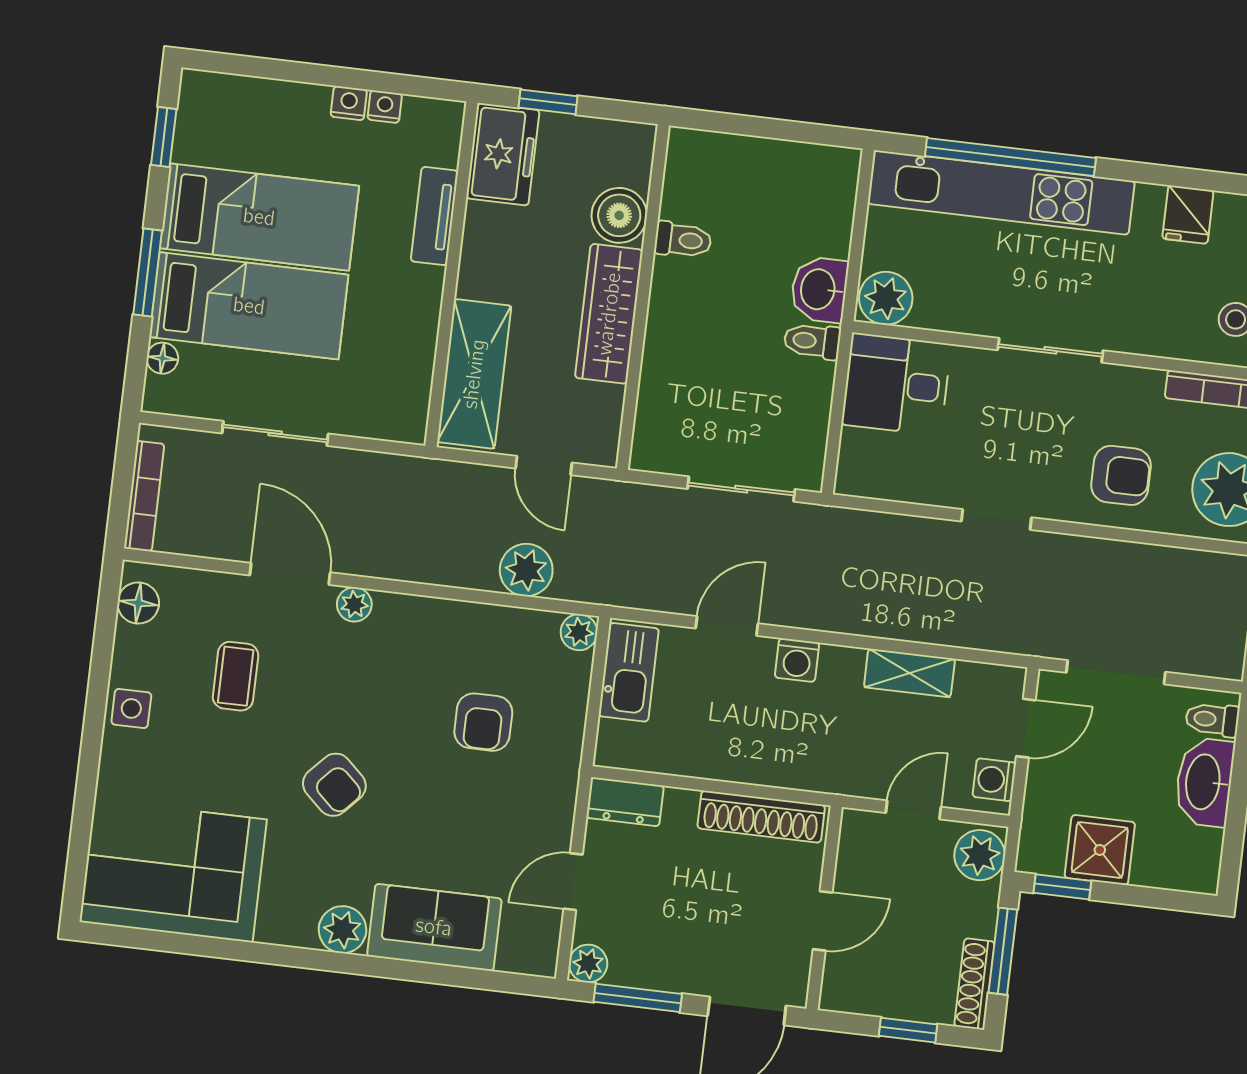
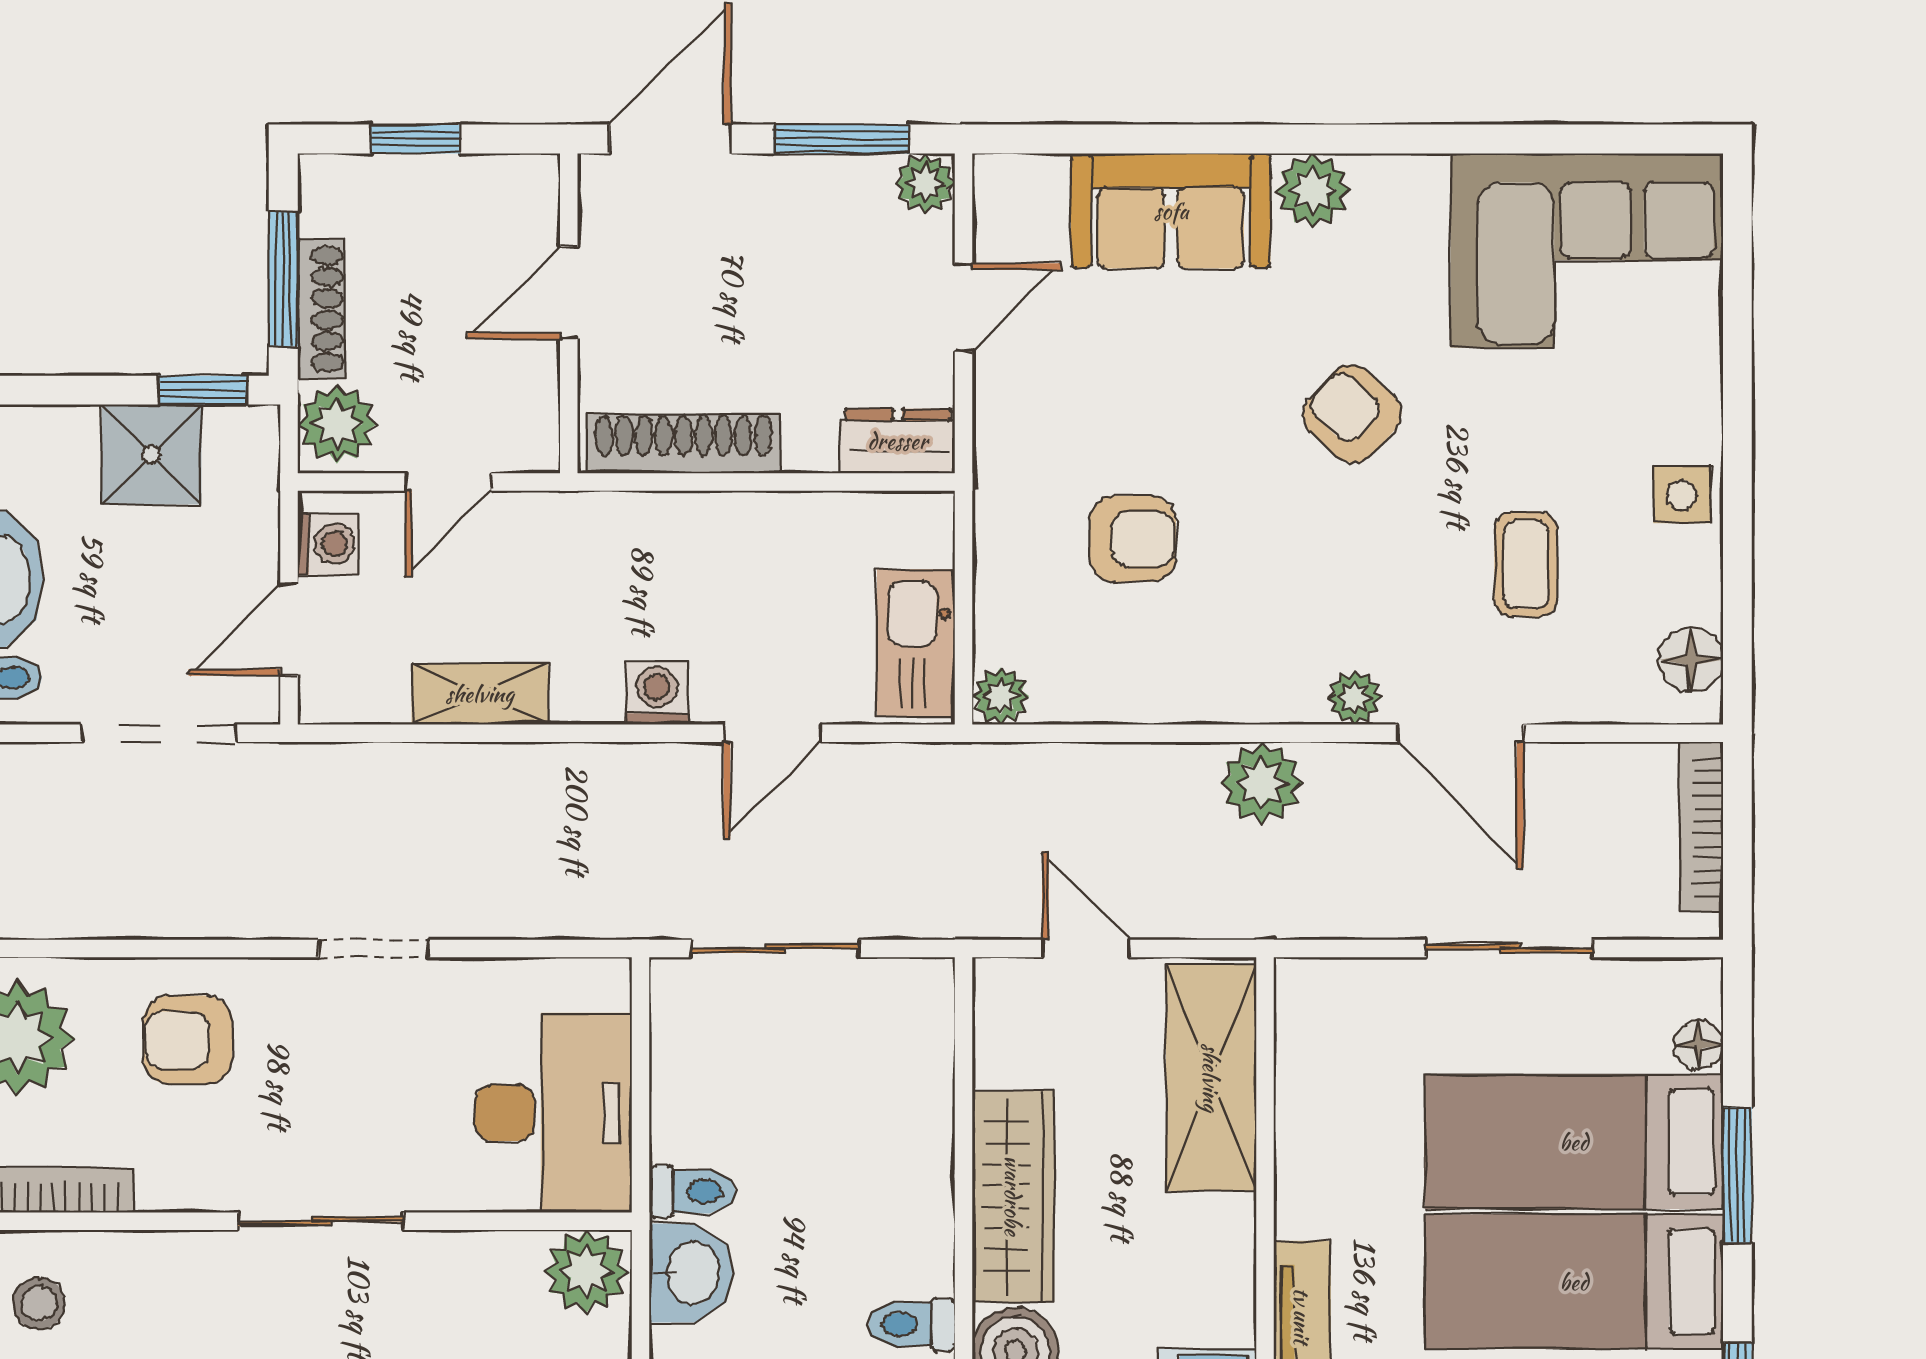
desk: (896, 384) -> (554, 1113), width x1.37
plant: (526, 570) -> (1262, 783), moved
armchair: (483, 722) -> (1133, 539), turned 90
shoe rack: (974, 984) -> (321, 309), moved

